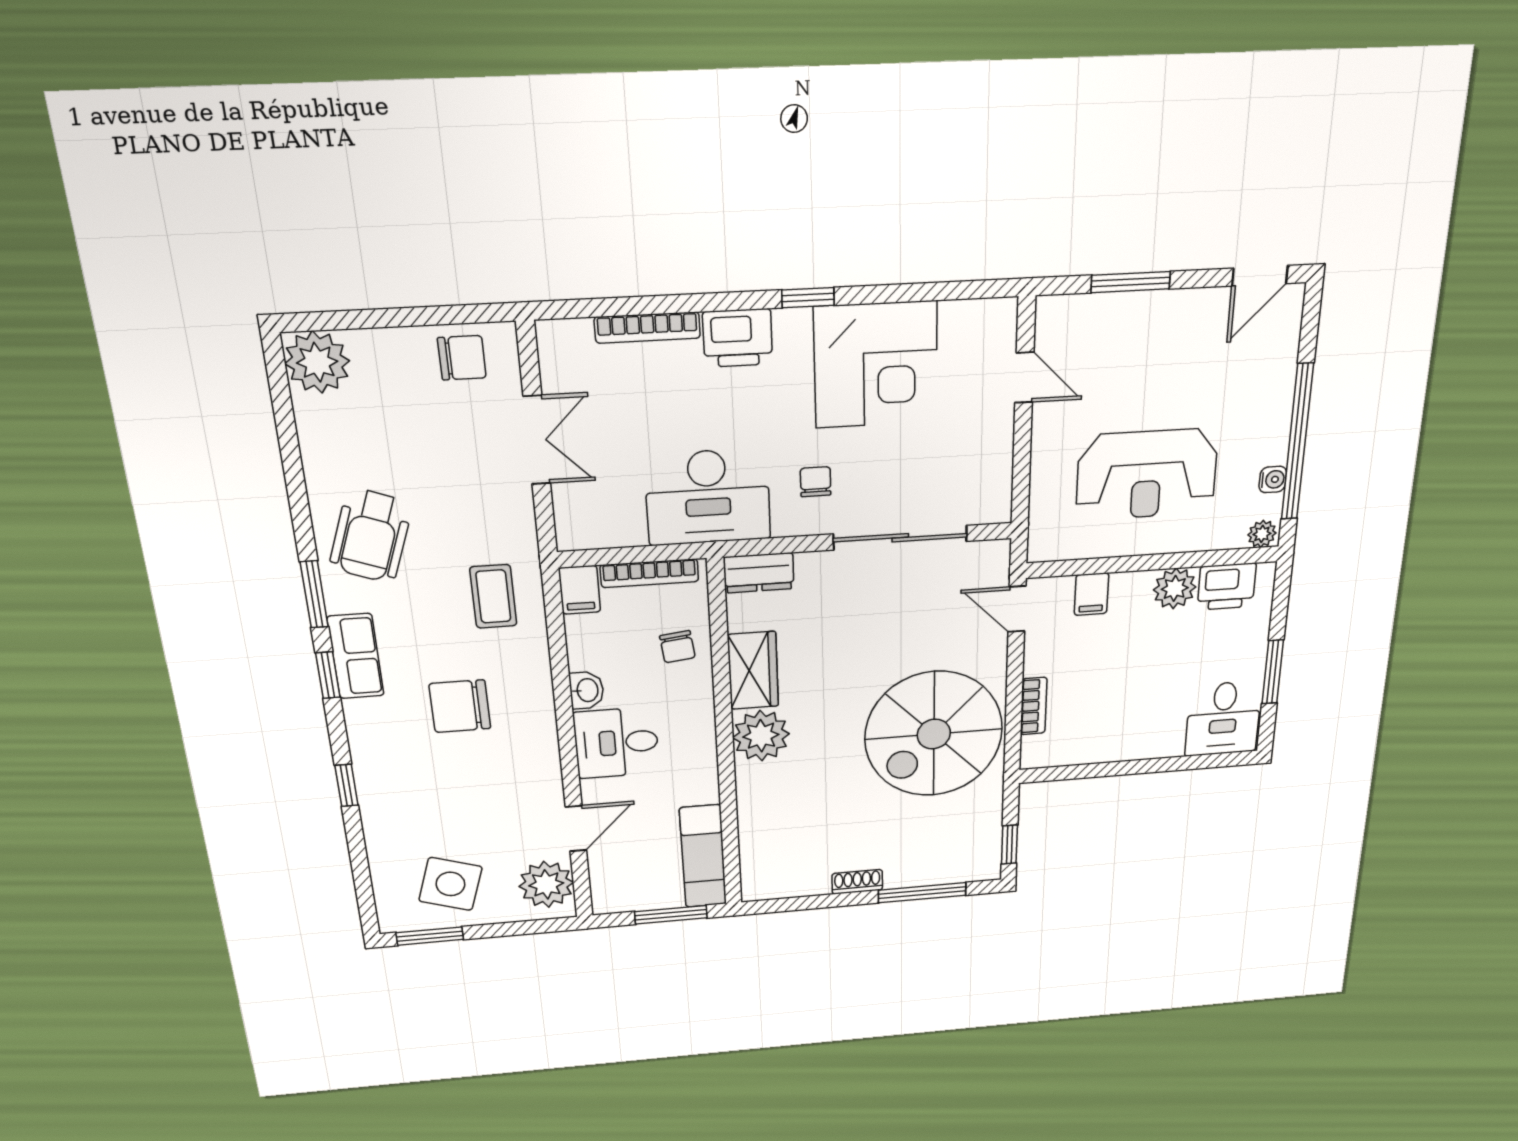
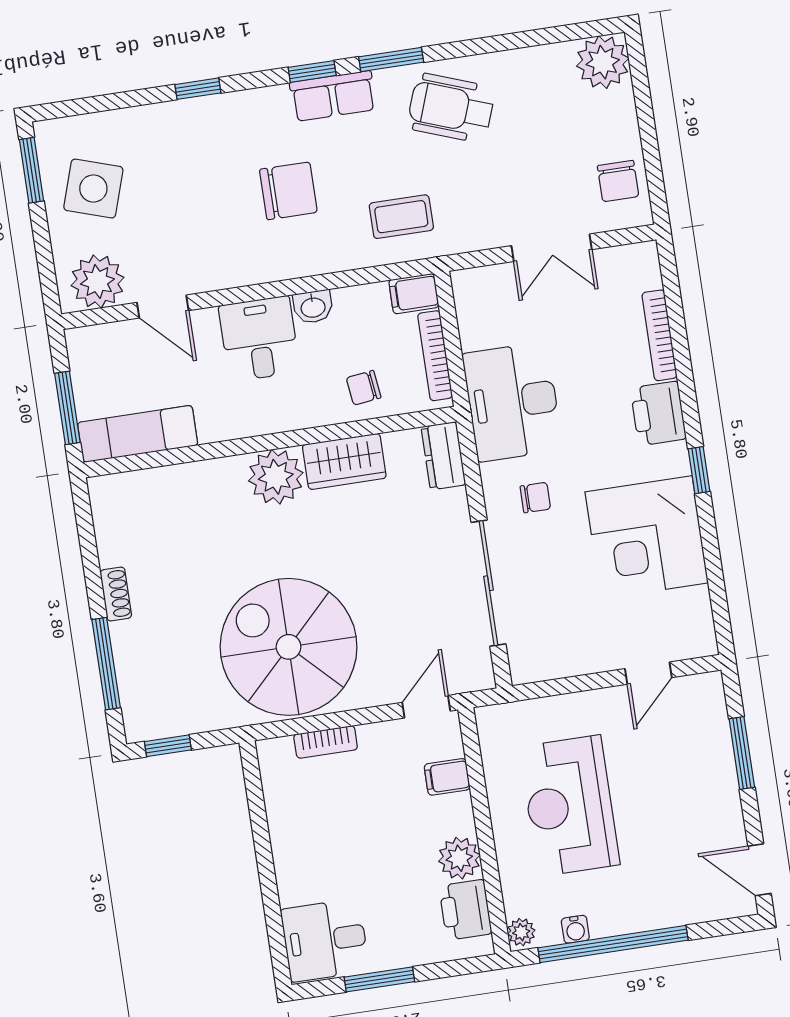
chair: (460, 706) -> (288, 191), turned 90

